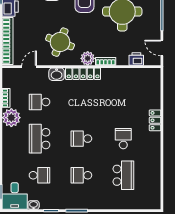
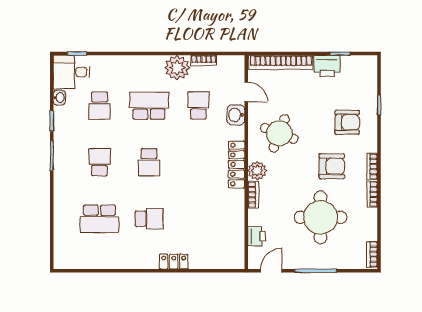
washbasin: (57, 74) -> (236, 115), moved
school desk: (81, 139) -> (149, 162), turned 180

